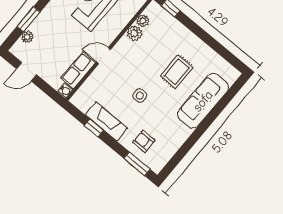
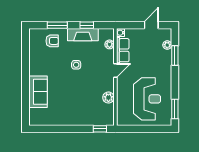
plant: (143, 21) -> (110, 44), moved
rug: (177, 72) -> (66, 96), removed
sofa: (203, 101) -> (38, 92), width x0.73
window: (137, 164) -> (57, 25), moved

